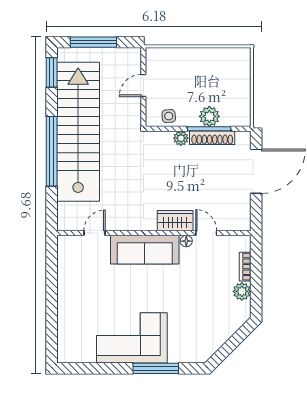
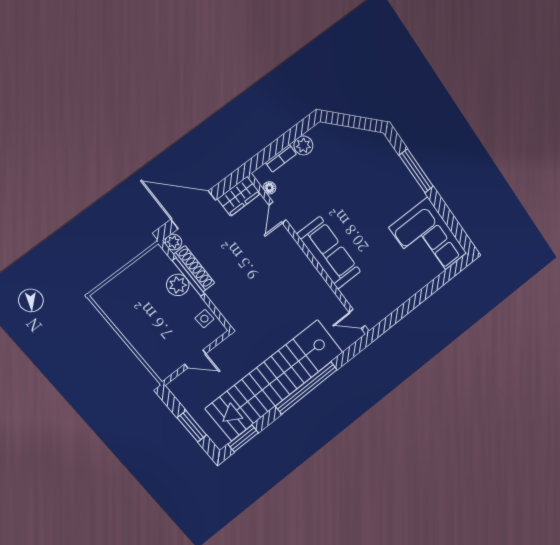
window: (93, 42) -> (192, 426), width x0.69
plant: (181, 138) -> (173, 242), moved
wardrobe: (175, 221) -> (239, 196), moved, turned -90
door: (94, 233) -> (357, 319), moved
floor lamp: (186, 241) -> (269, 188), moved
corner sofa: (132, 338) -> (428, 240), moved

